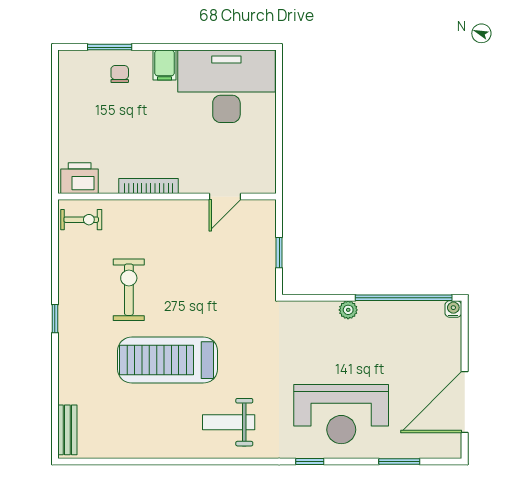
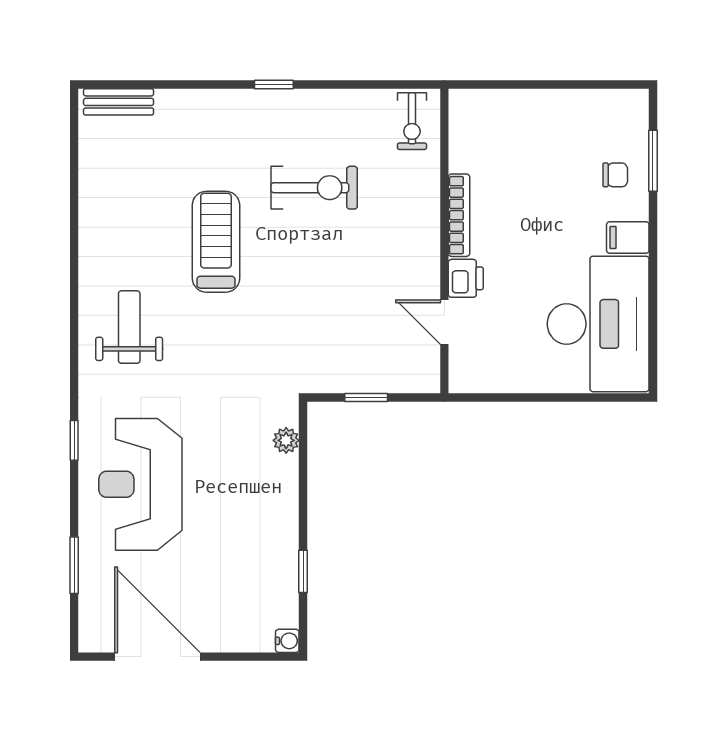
printer: (80, 178) -> (466, 278), moved, width x0.73, depth x0.81
window: (404, 298) -> (303, 571), width x0.32
plant: (348, 310) -> (286, 440), moved
treadmill: (168, 360) -> (216, 242), width x0.73, depth x0.73

